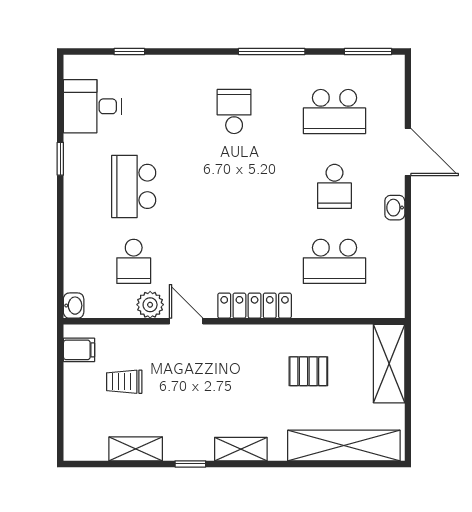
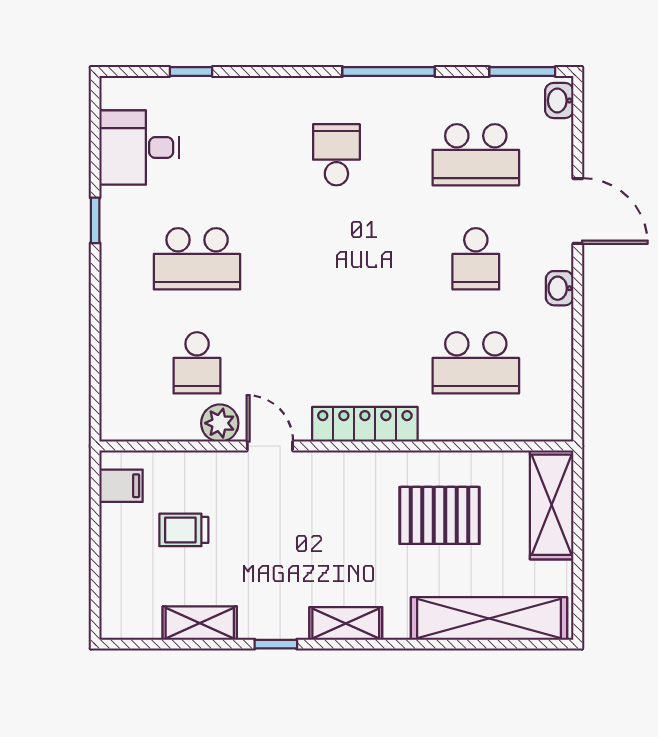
school desk: (134, 186) -> (197, 259), turned -90
washbasin: (74, 306) -> (559, 100), moved, turned 180
pallet: (308, 371) -> (440, 515), width x1.50, depth x1.42

